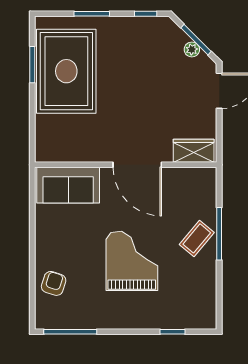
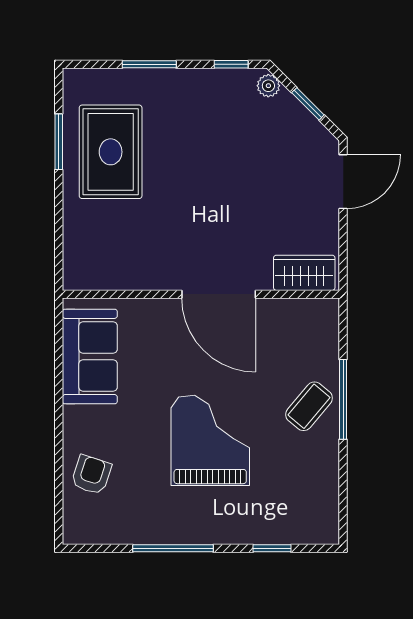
window: (196, 40) -> (308, 104), width x0.67
plant: (192, 49) -> (268, 86), moved
rug: (66, 71) -> (111, 152), width x0.73, depth x0.69
sofa: (68, 185) -> (90, 356), moved, turned -90
window: (70, 332) -> (173, 548), moved

